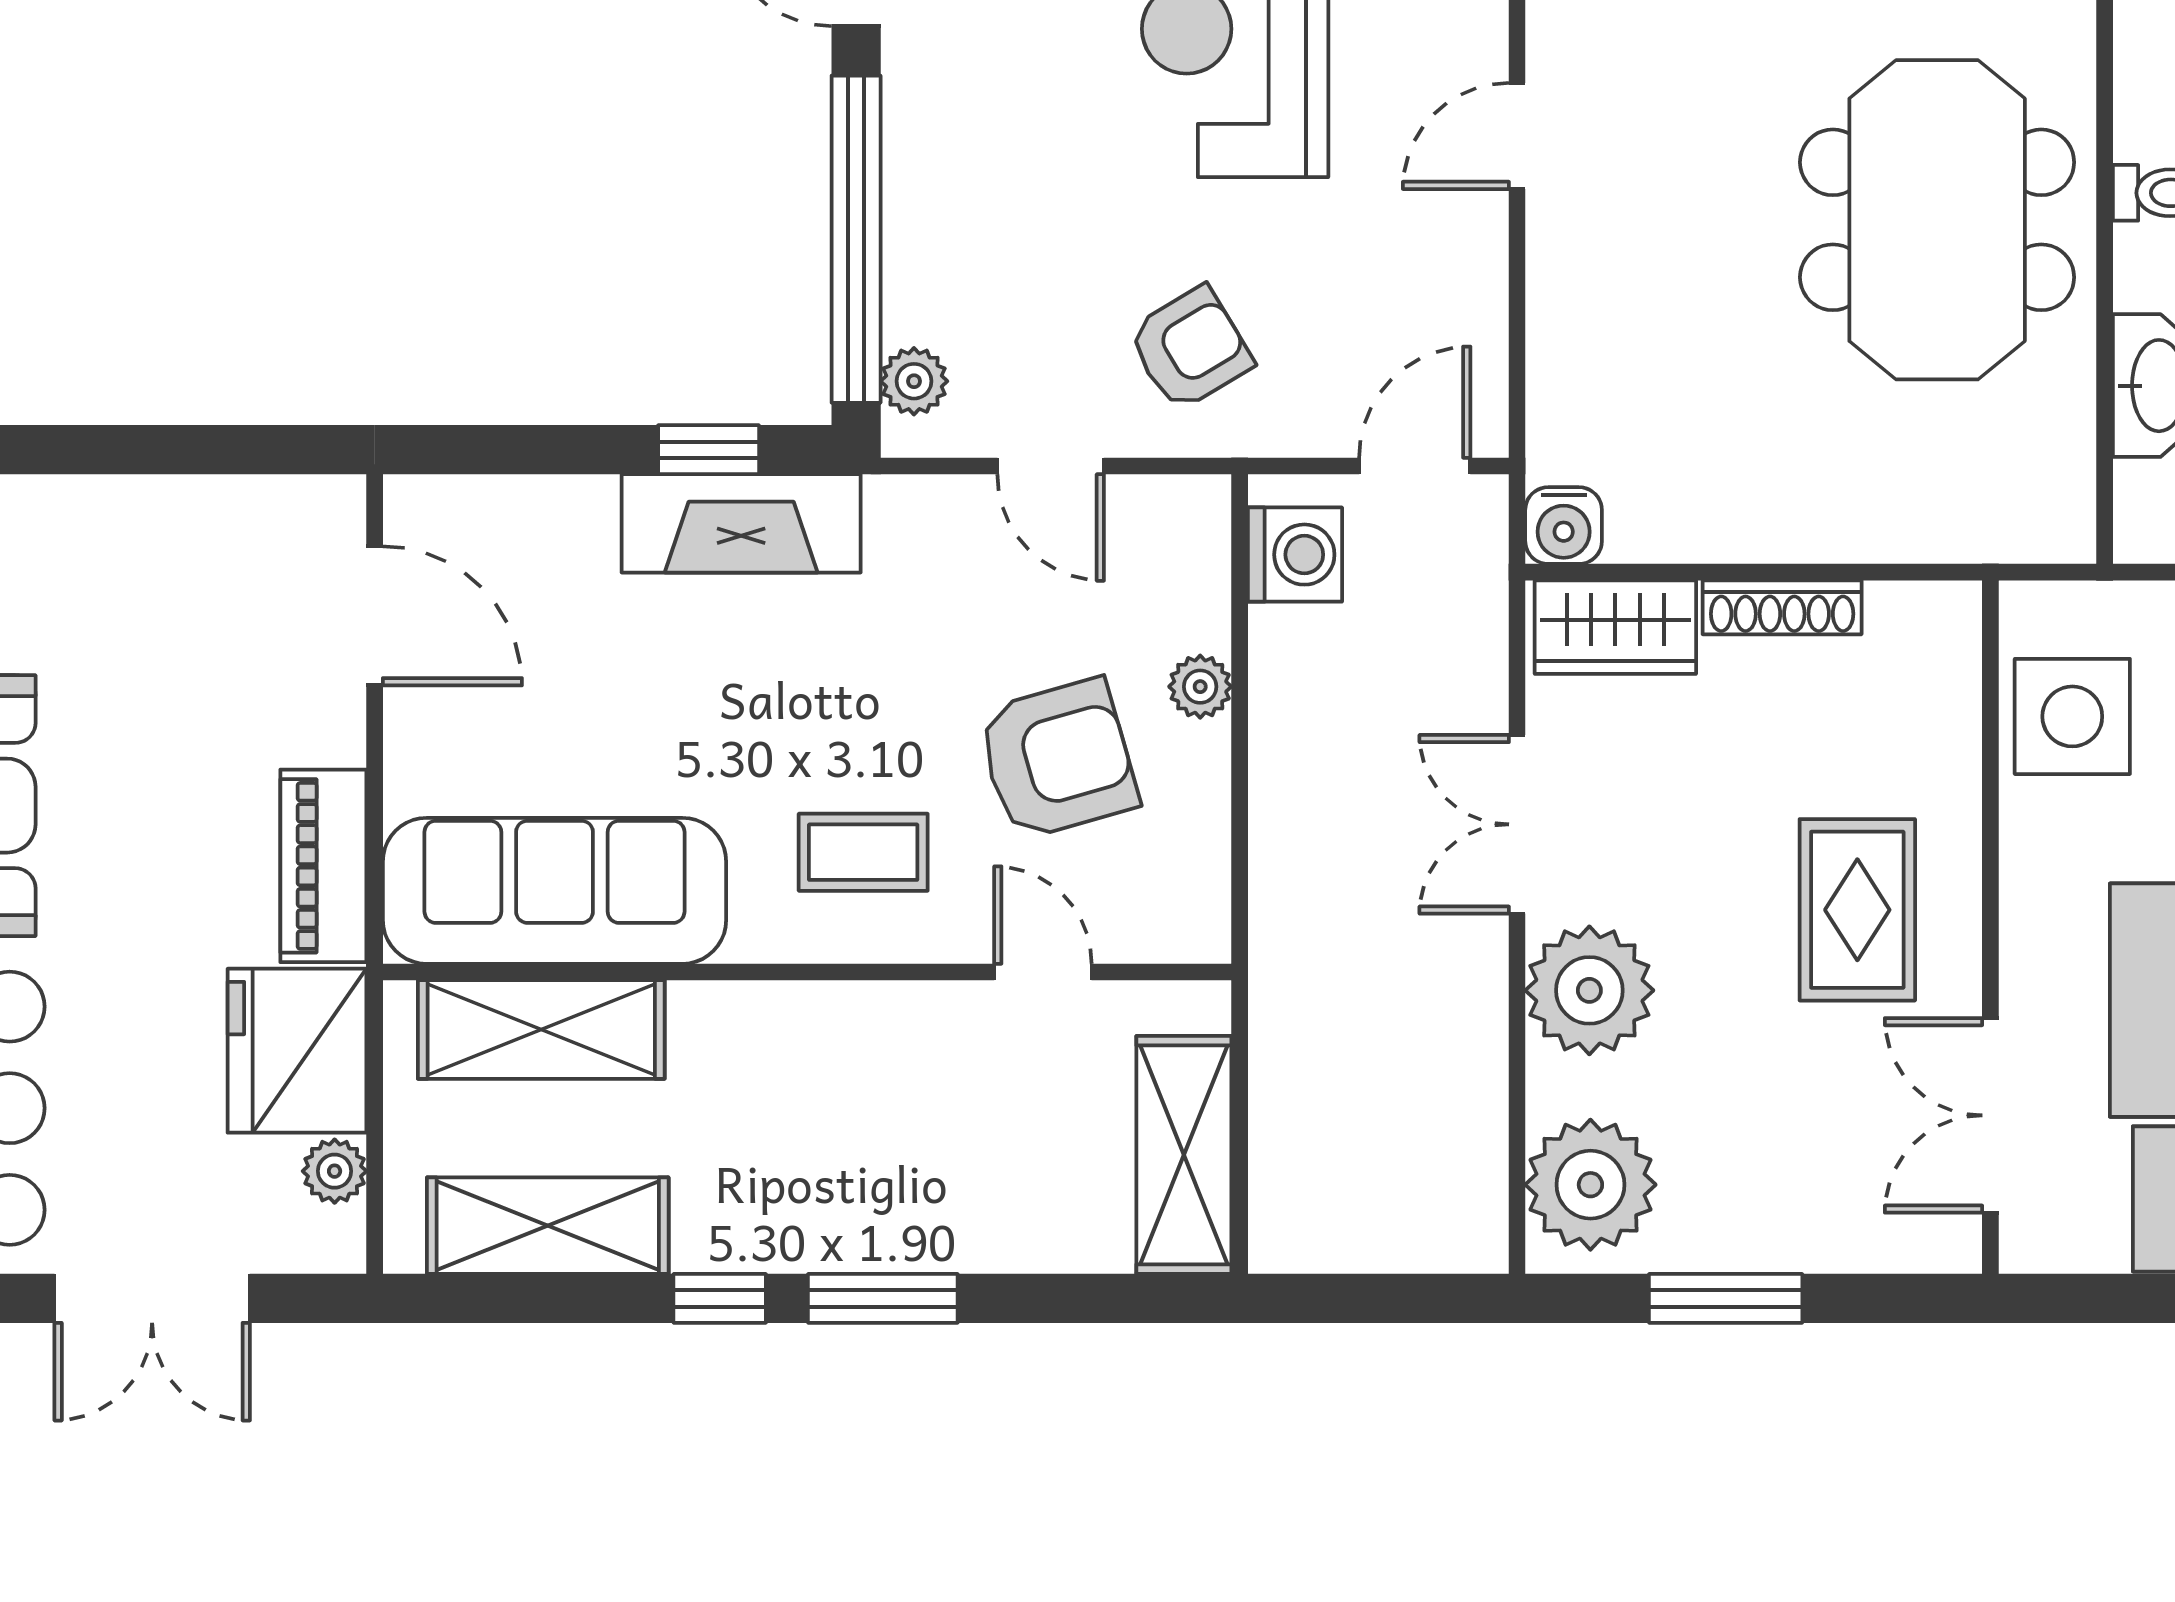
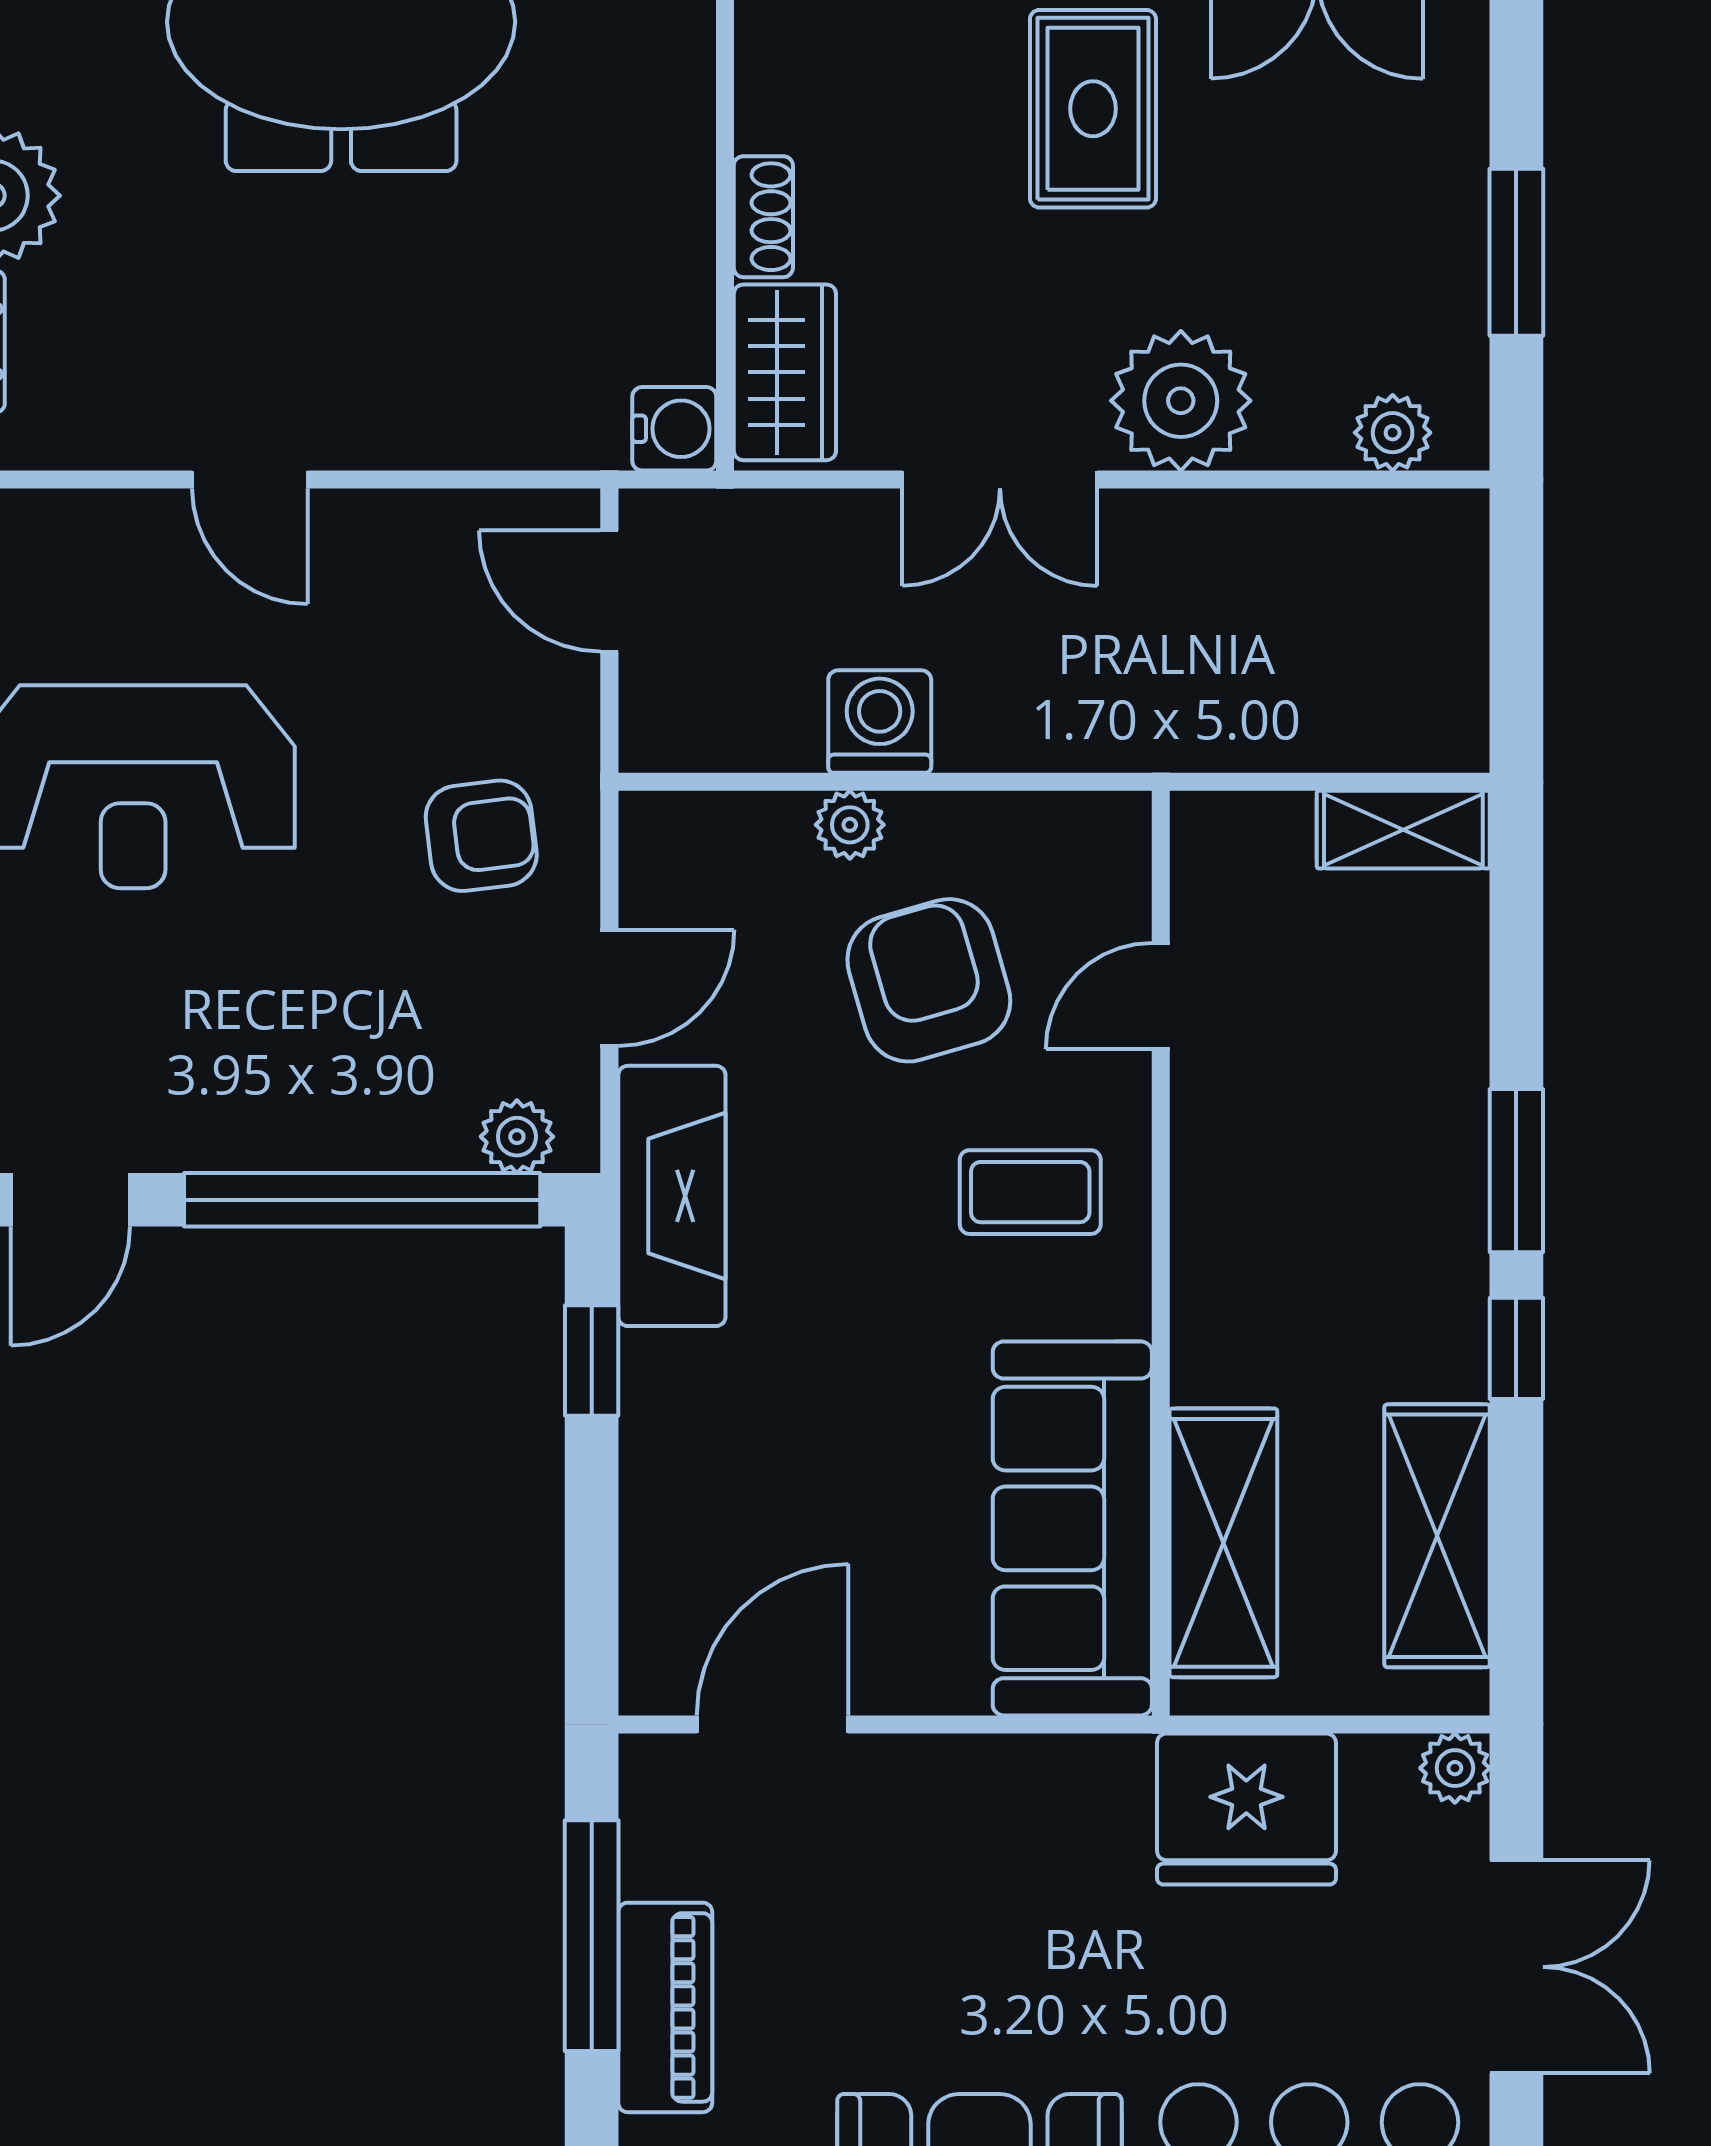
armchair: (1190, 348) -> (481, 836), turned 114
window: (181, 450) -> (592, 1936), added
fireplace: (741, 523) -> (672, 1196), moved
washing machine: (1295, 555) -> (880, 722), moved
shoe rack: (1782, 607) -> (763, 217), width x0.70
coffee table: (863, 852) -> (1030, 1192), turned 90
piano: (323, 866) -> (665, 2007), moved, turned -90
rug: (1857, 910) -> (1093, 109), turned 90
shelving: (1184, 1155) -> (1403, 830), width x0.67, depth x0.75
plant: (335, 1171) -> (1455, 1768), moved
plant: (1590, 1185) -> (1393, 433), width x0.53, depth x0.53

